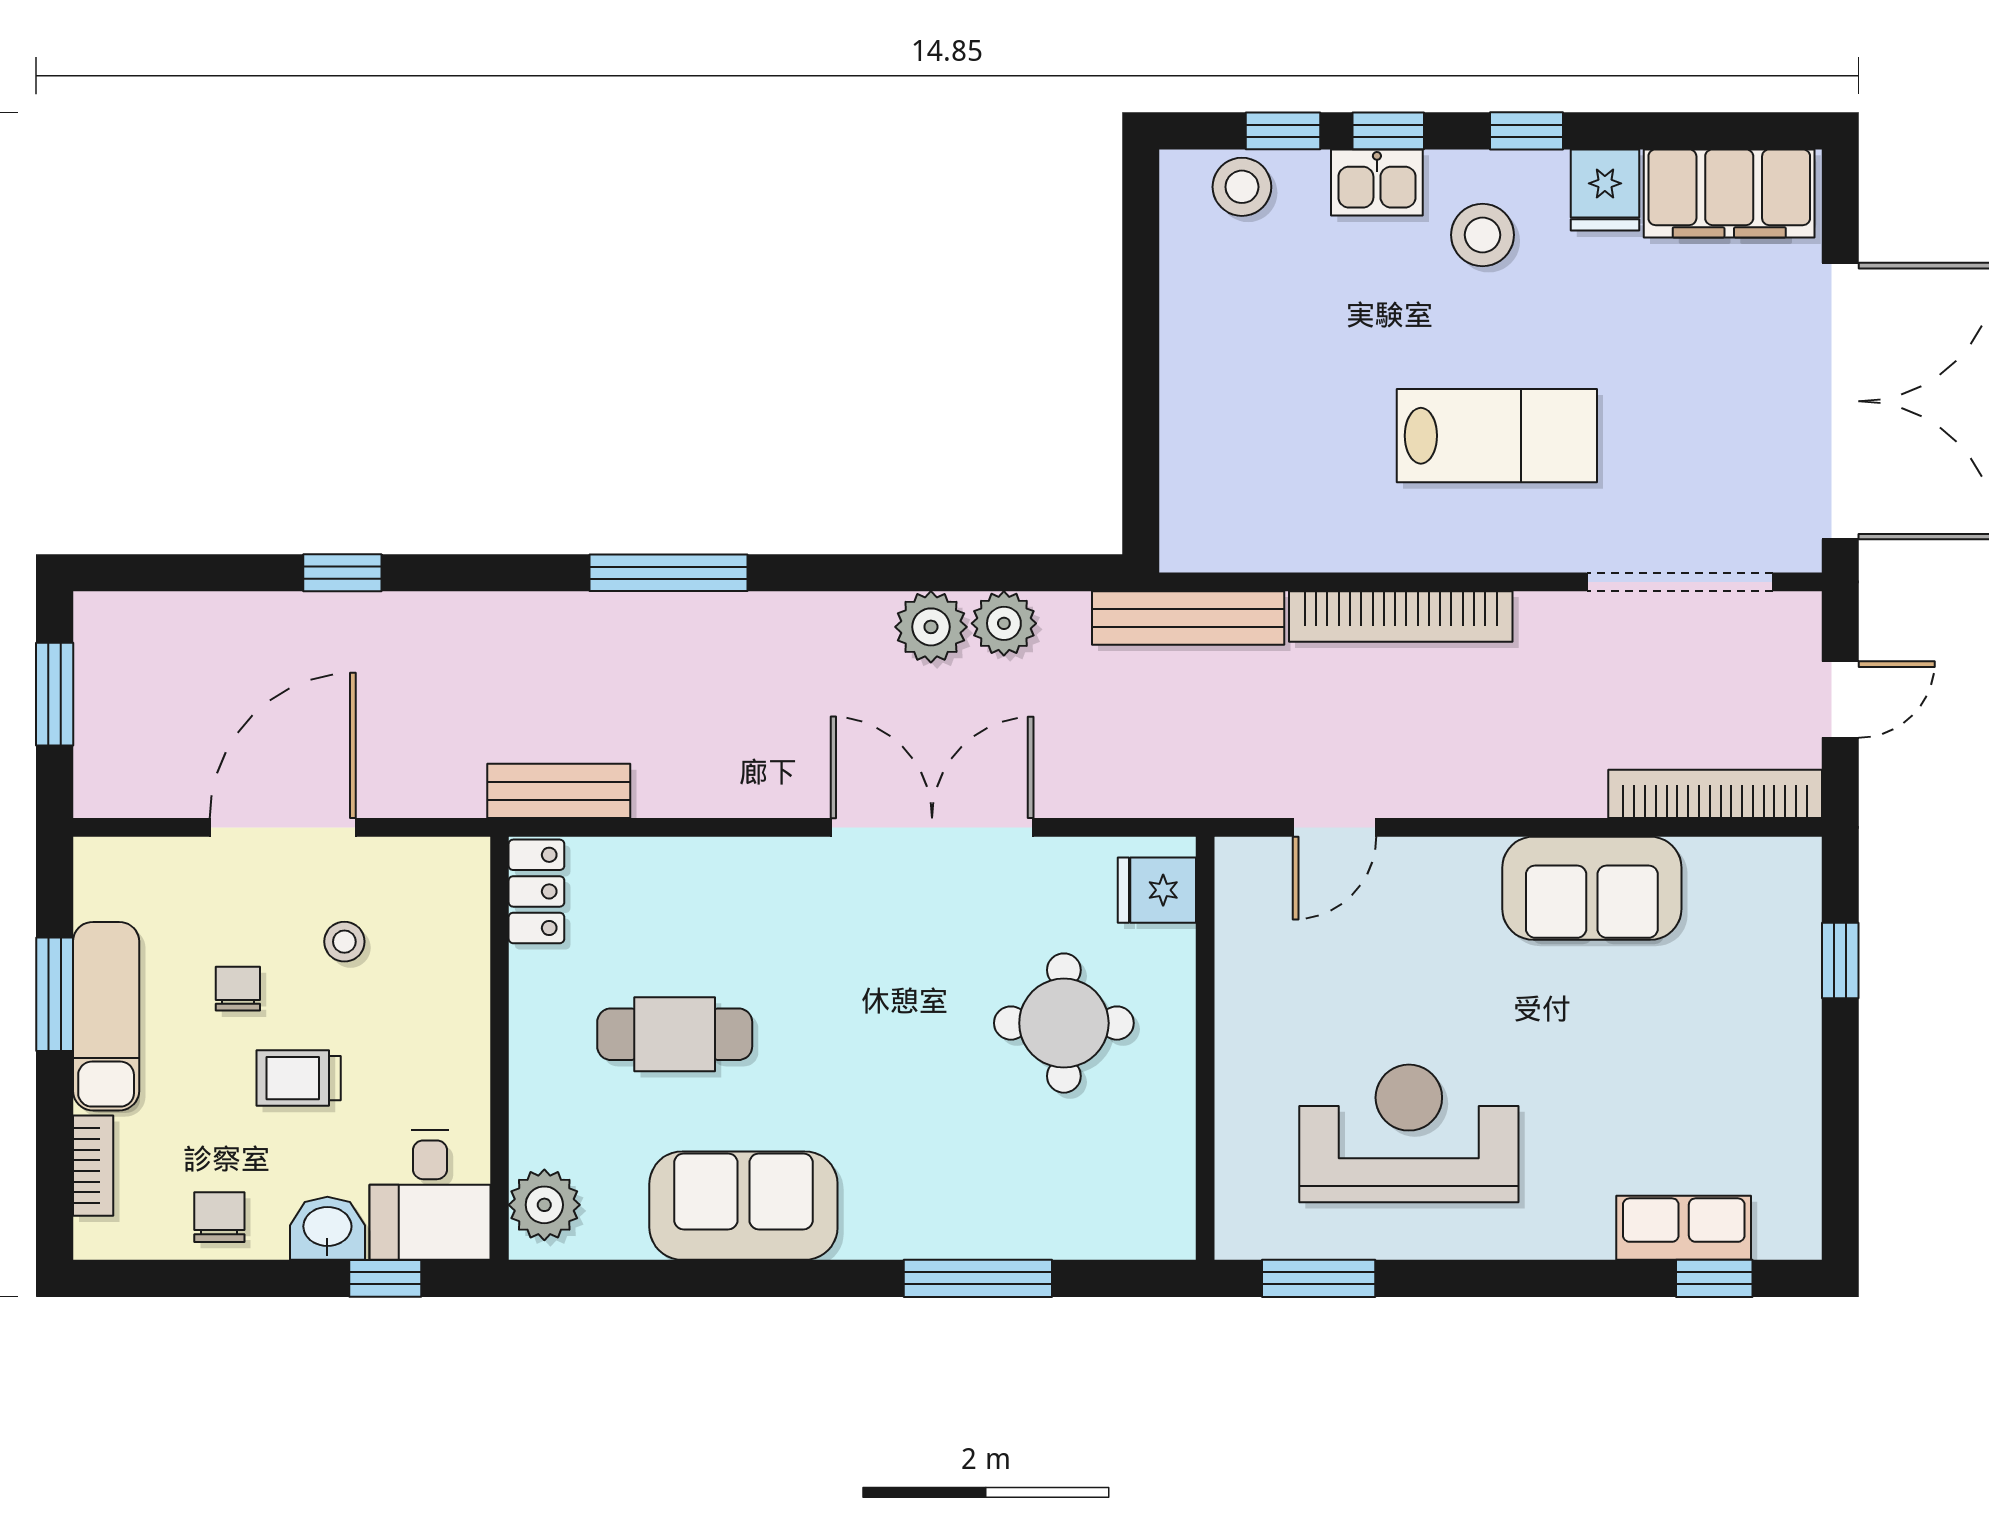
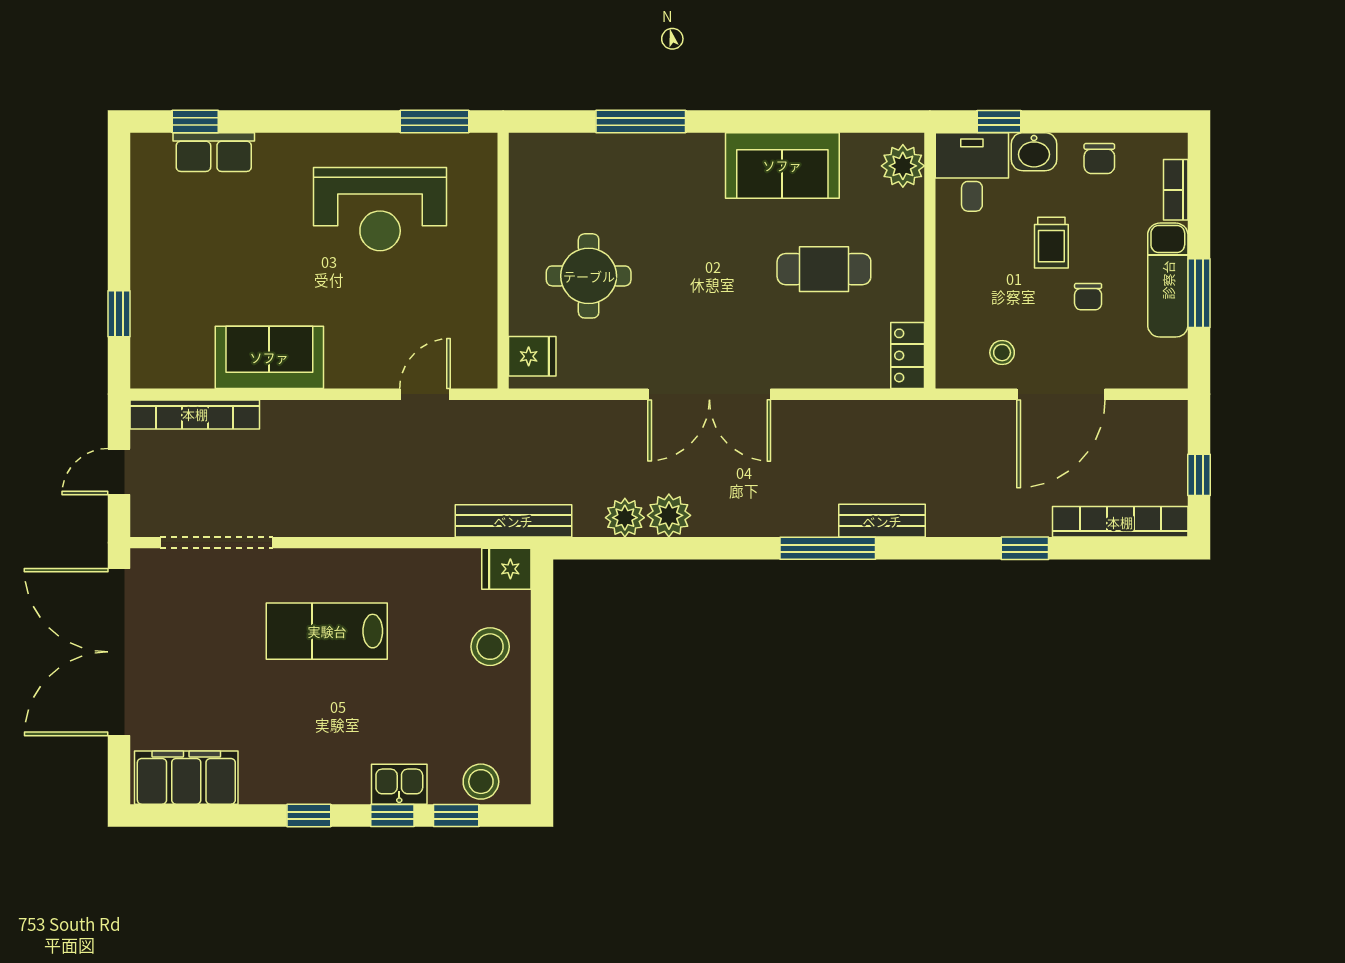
fridge: (1605, 190) -> (506, 569), moved, turned -90
stool: (1483, 235) -> (490, 647), moved
bookcase: (1401, 616) -> (1120, 522), moved
window: (55, 694) -> (1199, 475), width x0.67
bench: (559, 791) -> (882, 521), moved
double door: (932, 827) -> (709, 394), moved
stool: (344, 942) -> (1002, 353), moved
trolley: (299, 1078) -> (1051, 243), turned 90

